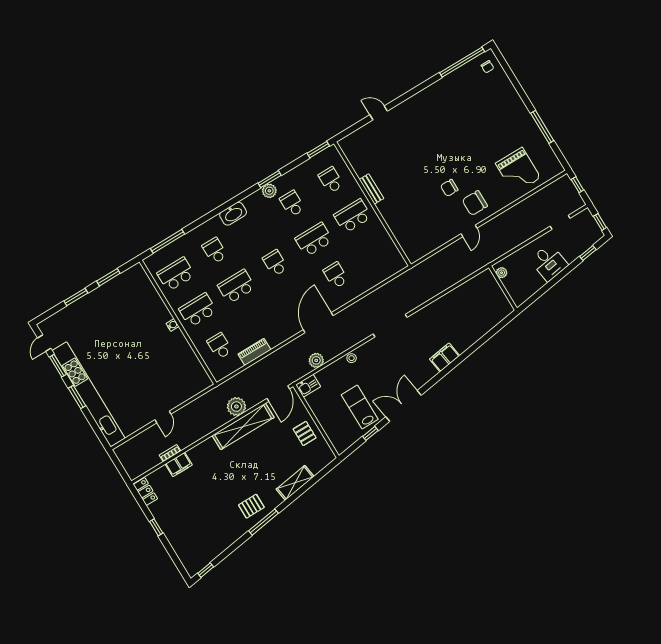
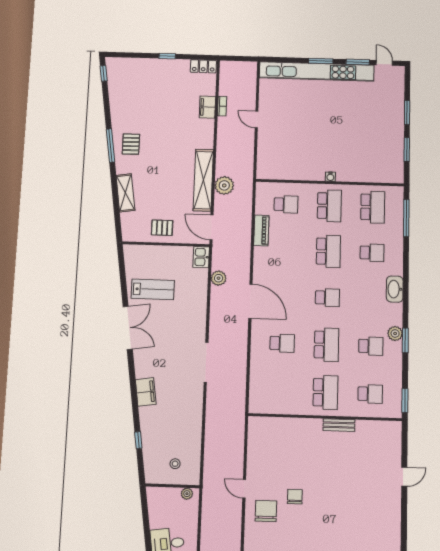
stool: (352, 358) -> (175, 464), moved
window: (370, 433) -> (138, 440), moved

